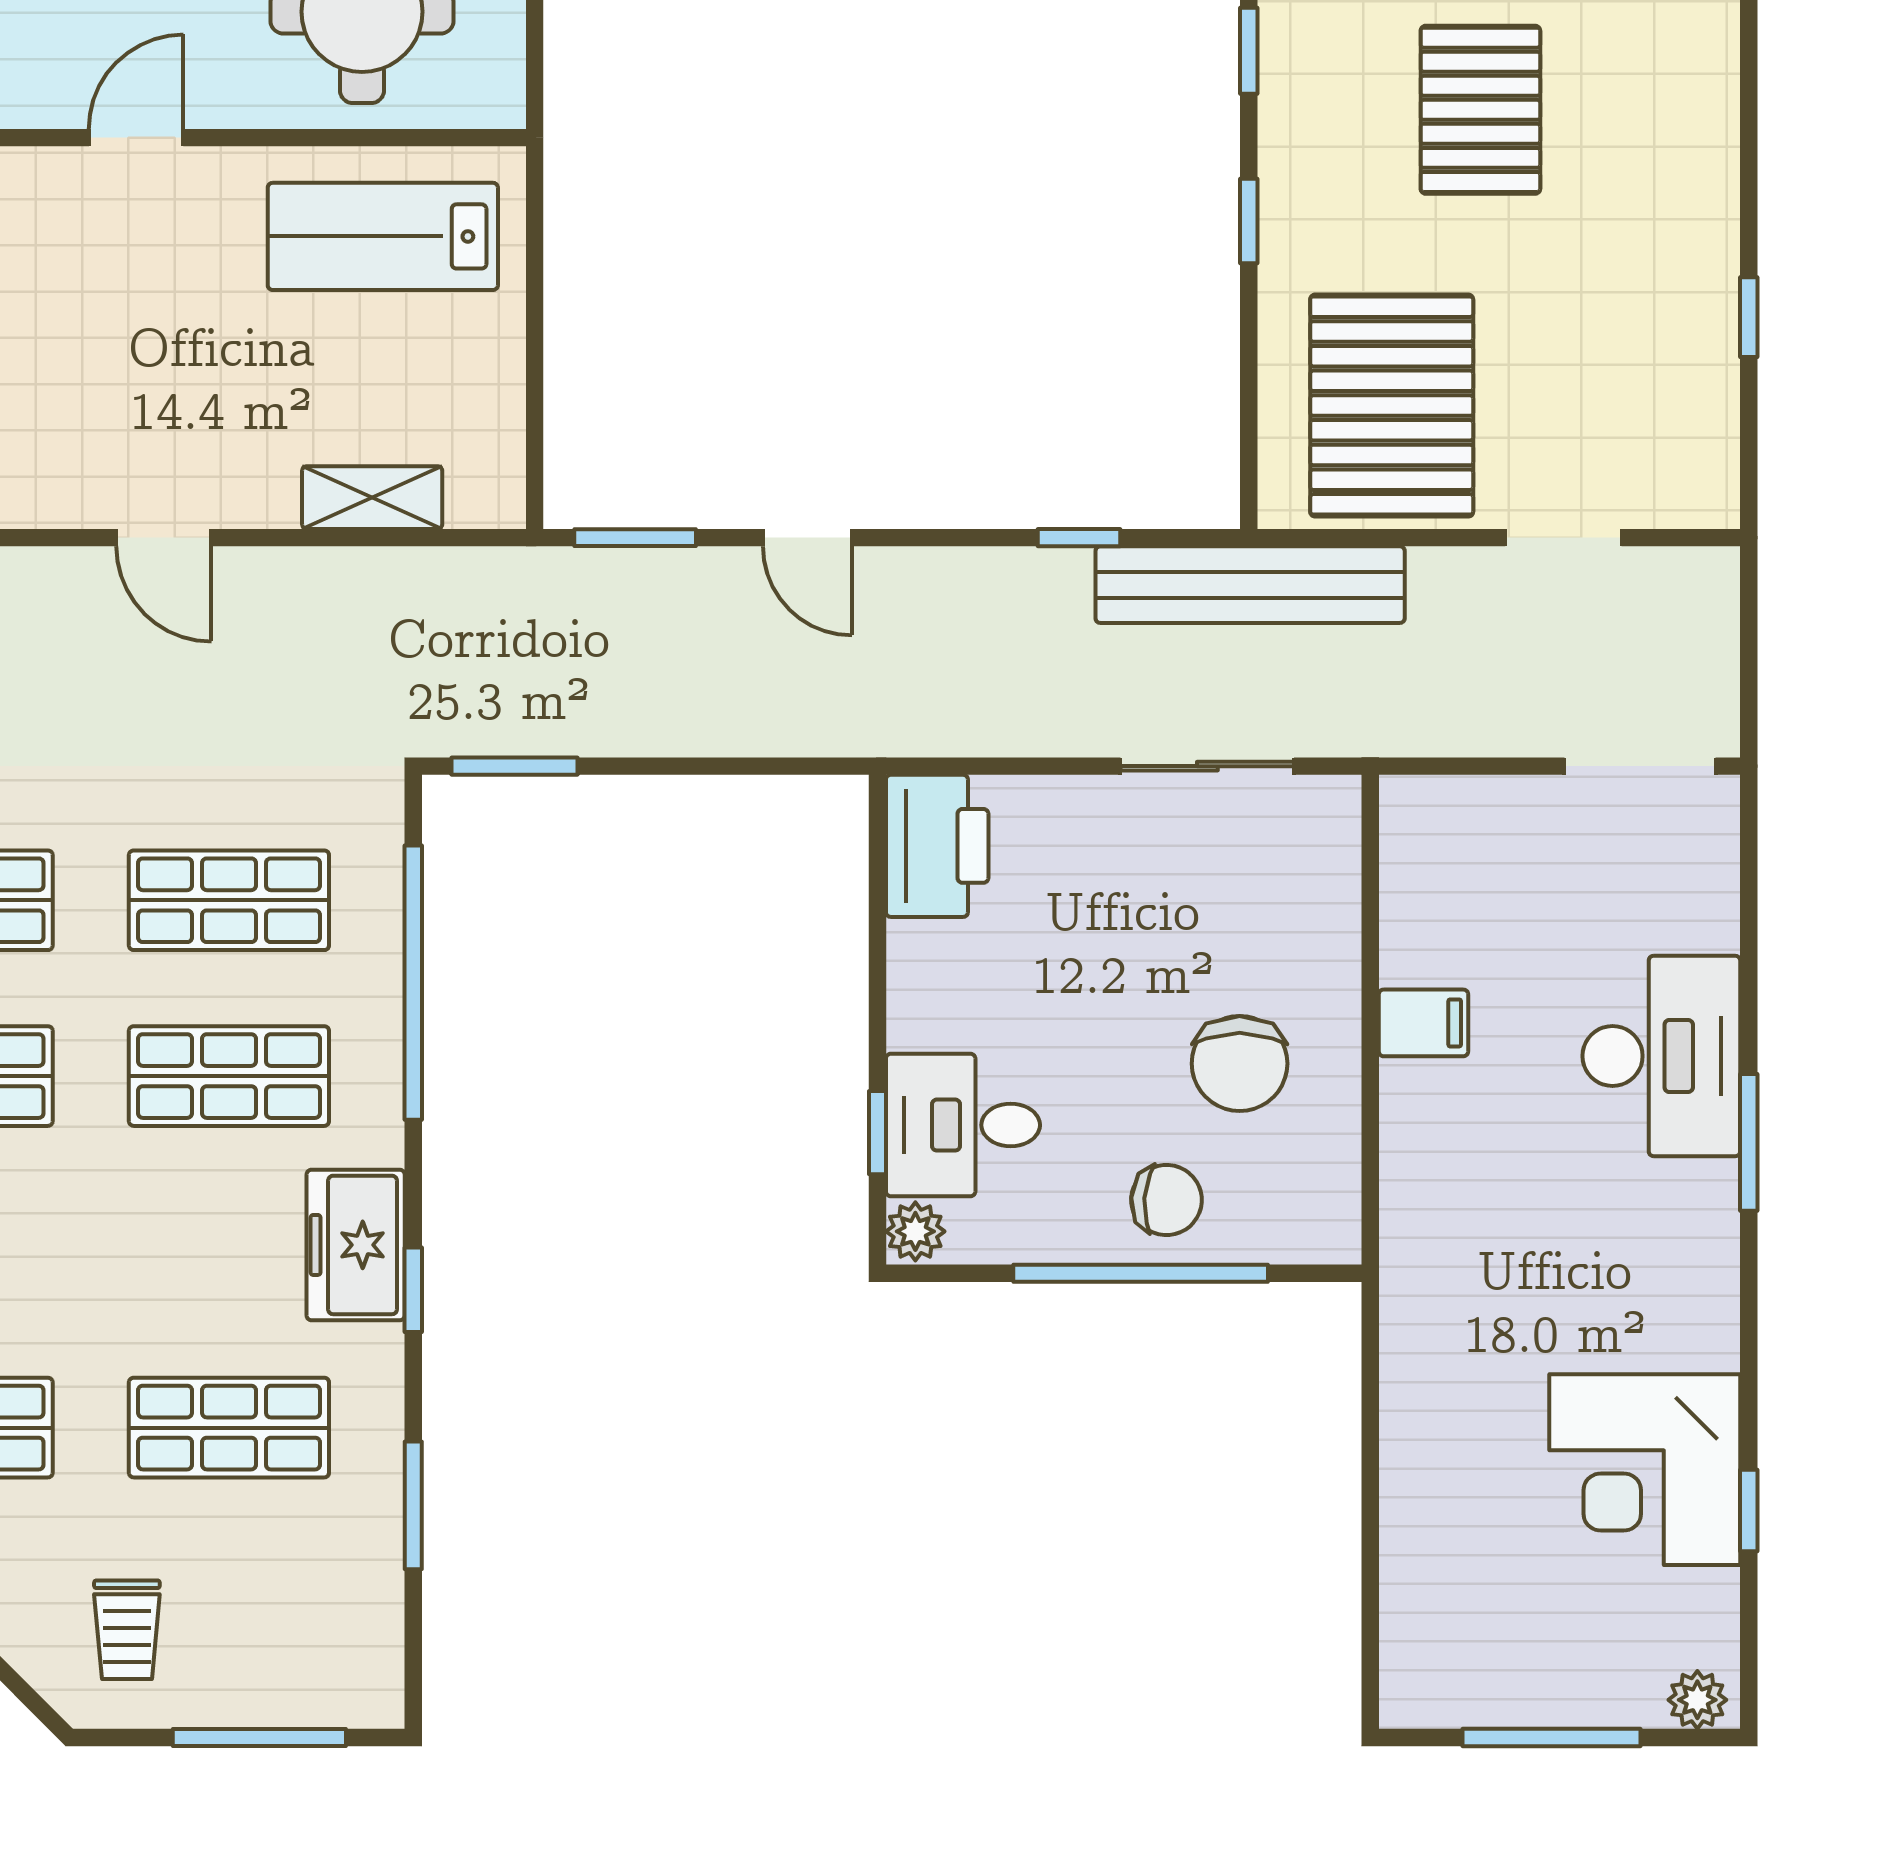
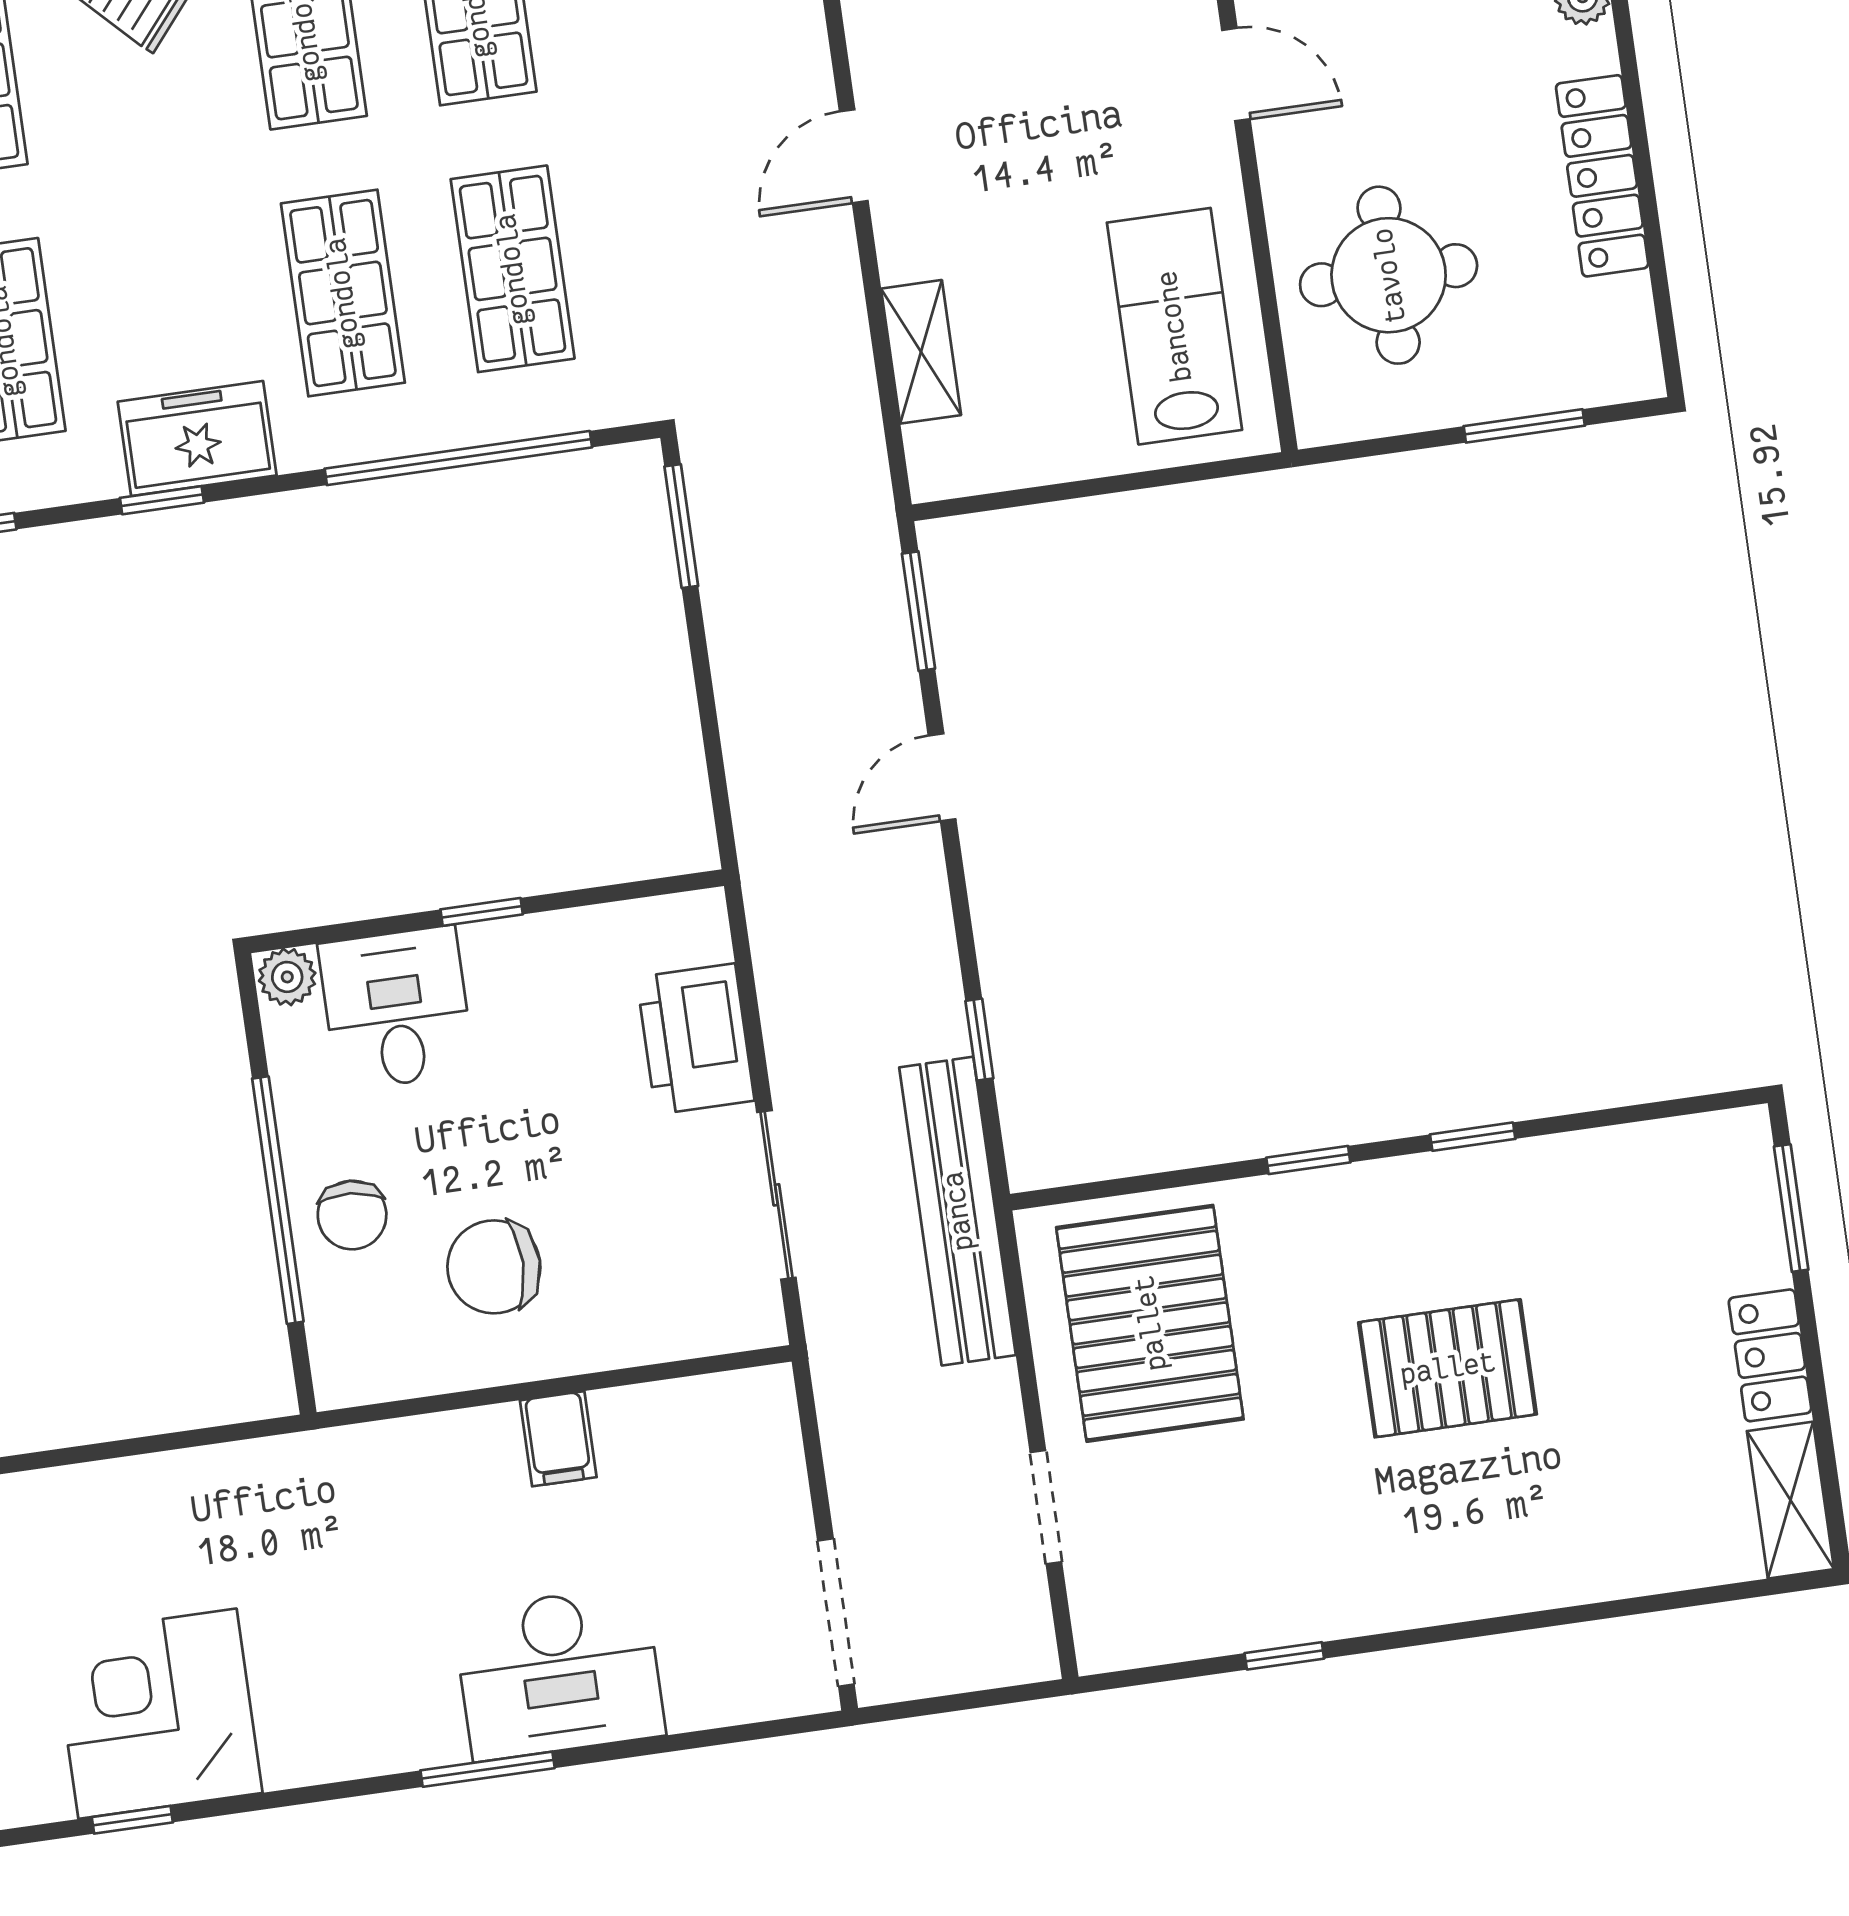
pallet: (1392, 406) -> (1150, 1323), turned 90
printer: (937, 846) -> (695, 1039), moved, turned 90
window: (877, 1133) -> (482, 912), moved

